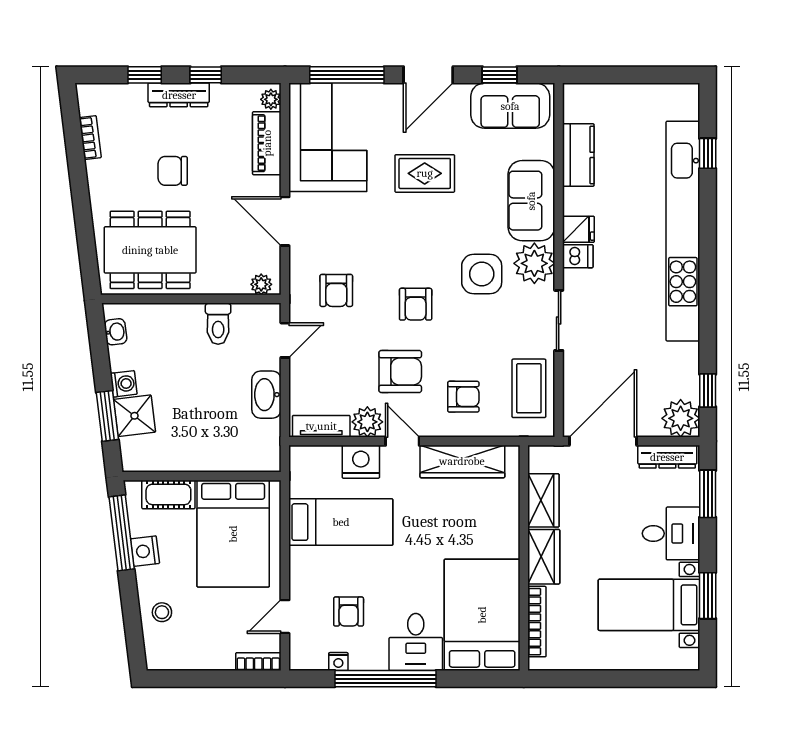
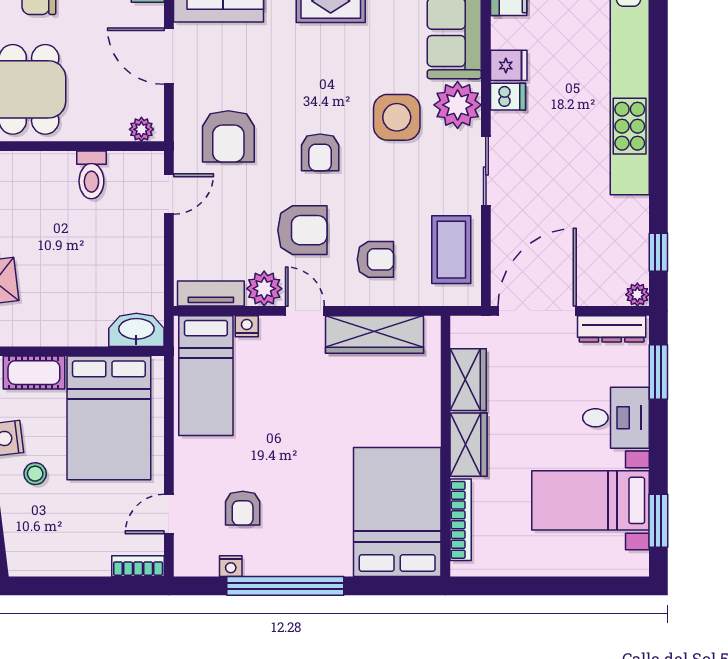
armchair: (336, 290) -> (228, 136), width x1.38, depth x1.38
washbasin: (266, 395) -> (136, 330), moved, turned 90
plant: (681, 418) -> (637, 295), width x0.53, depth x0.53
nightstand: (361, 462) -> (247, 326), width x0.53, depth x0.56
bed: (341, 522) -> (206, 376), moved, turned 90
window: (708, 596) -> (658, 521), moved
stool: (162, 612) -> (35, 474), moved
desk: (416, 642) -> (320, 543), removed

